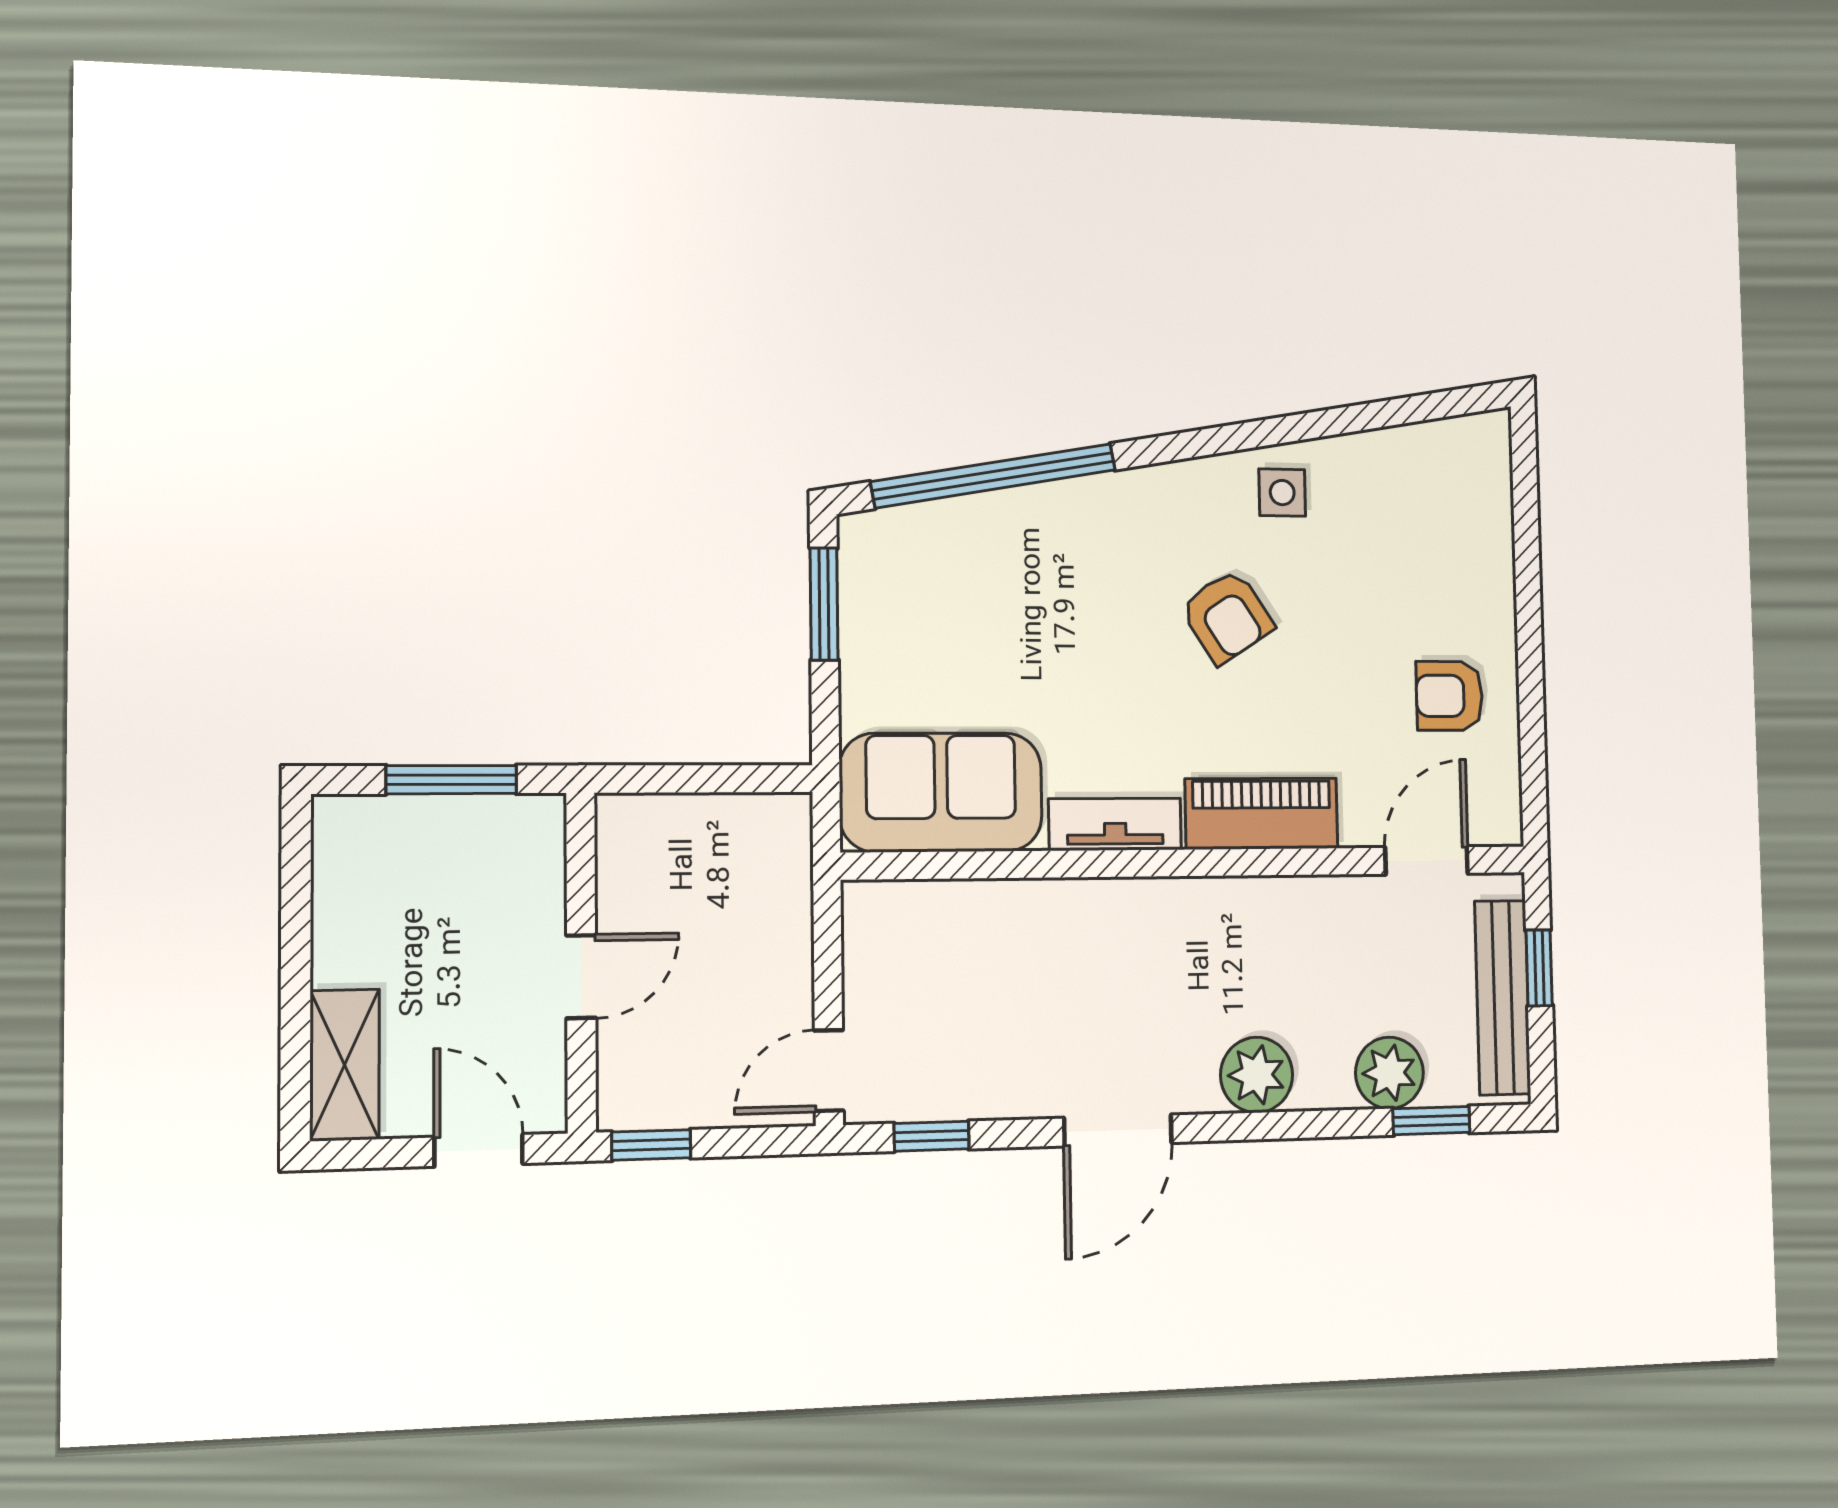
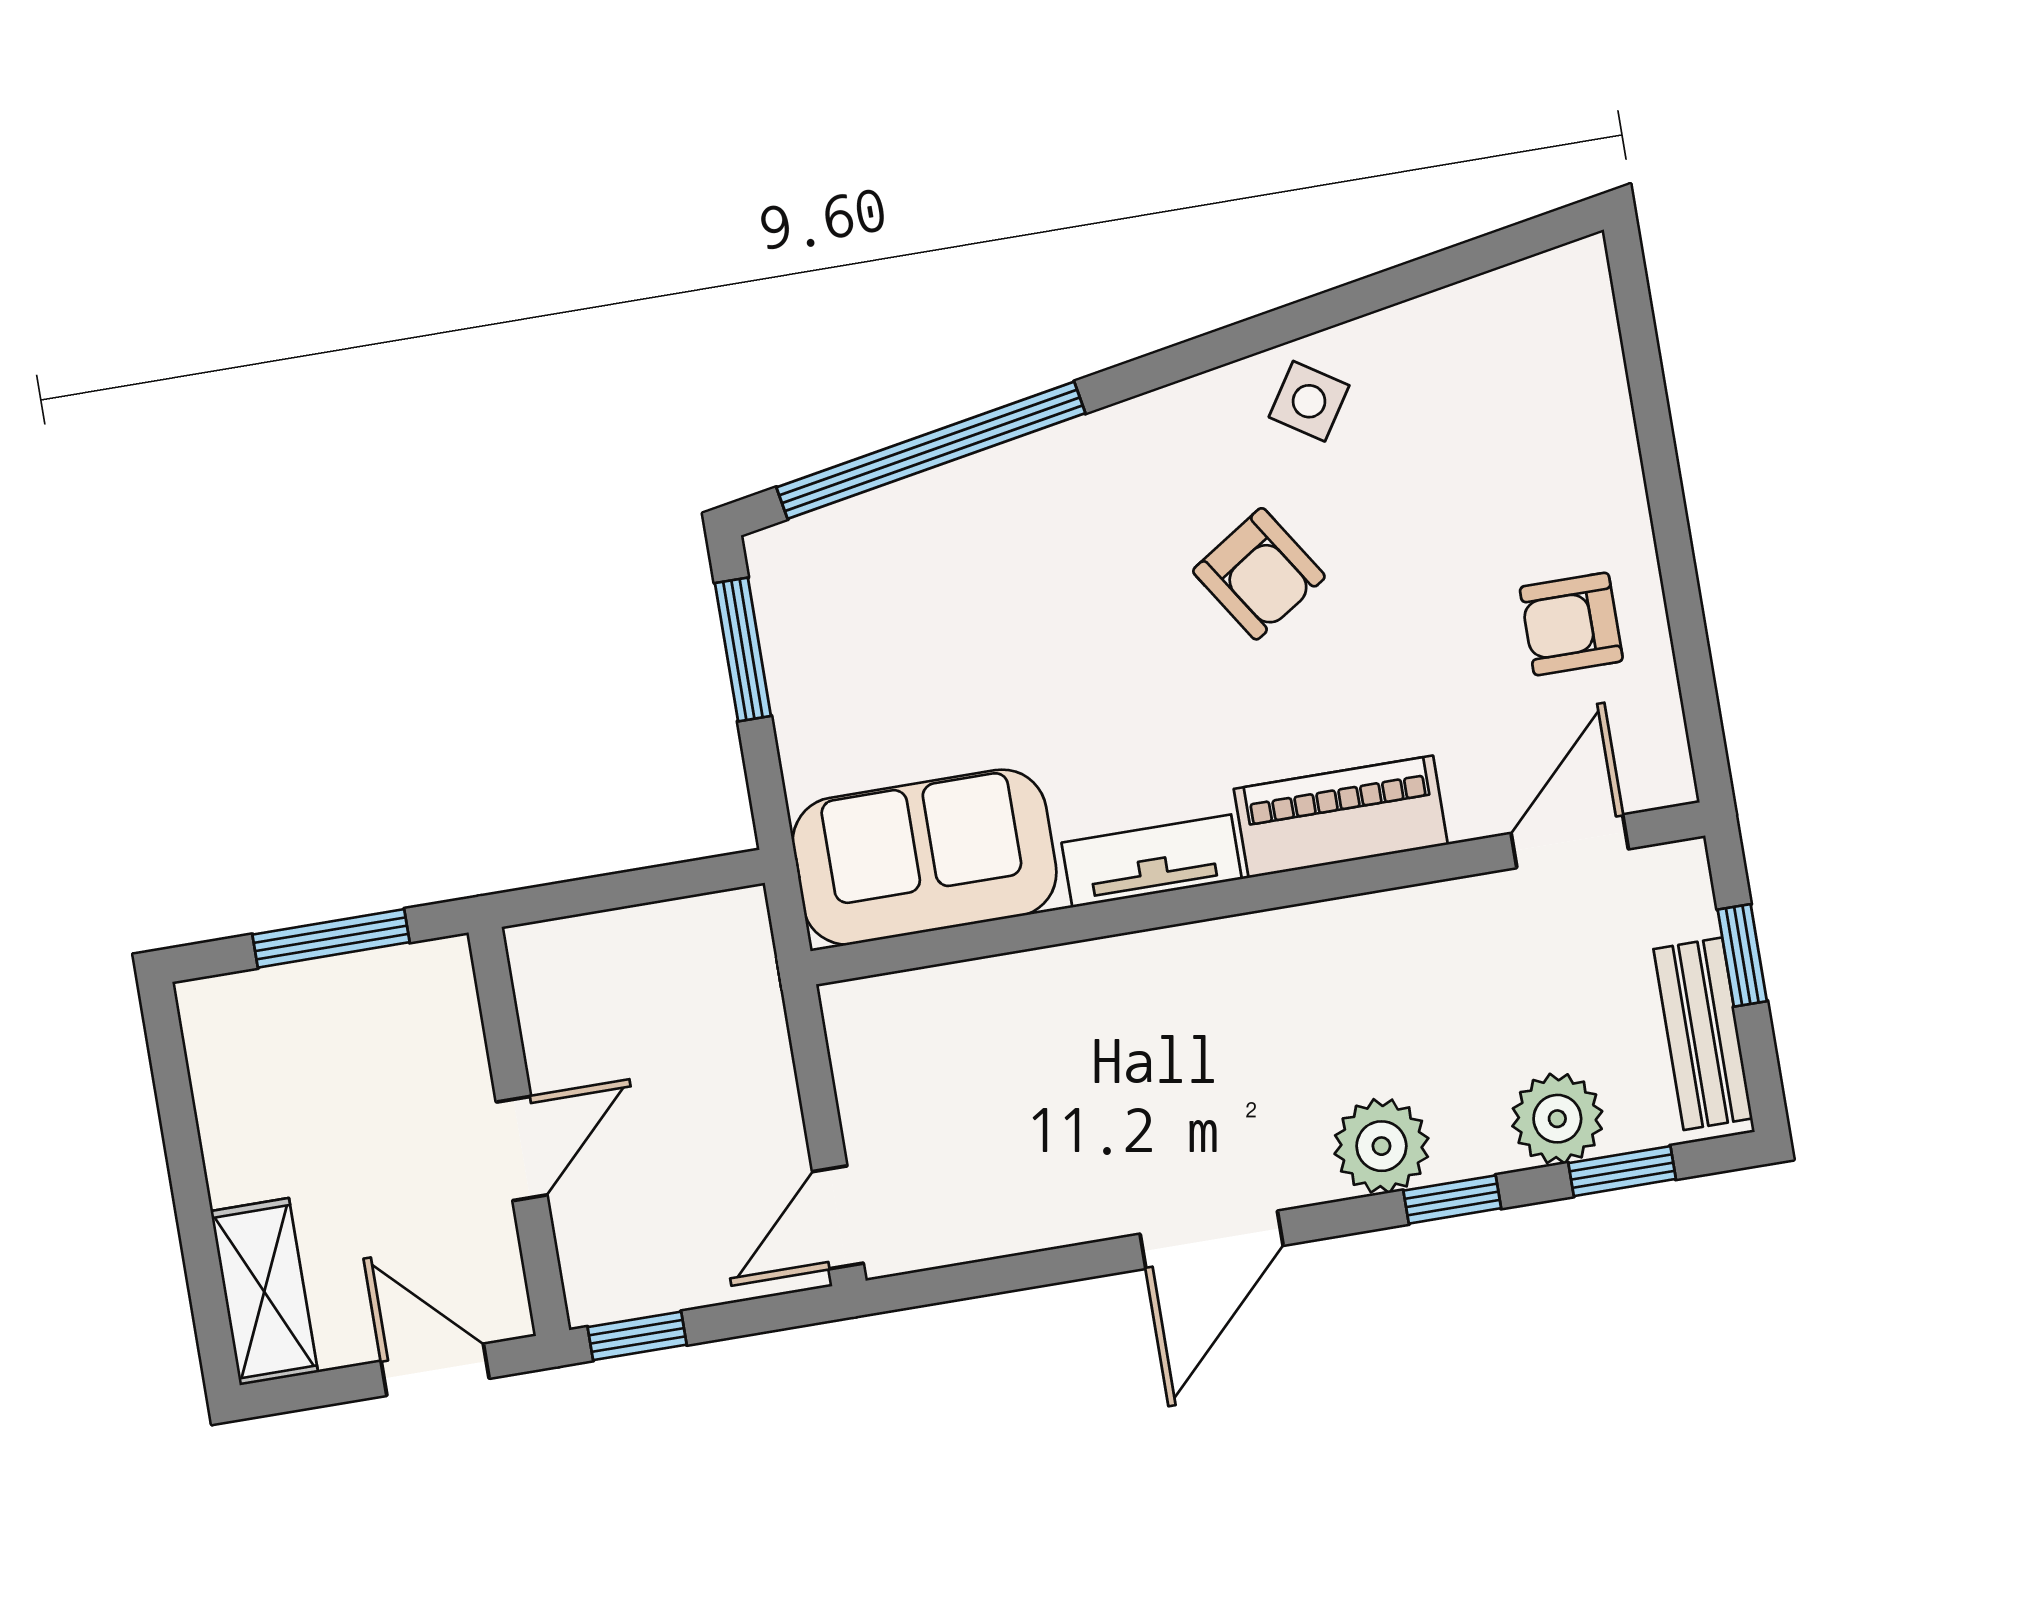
side table: (1282, 493) -> (1309, 401), turned 33
bench: (1503, 998) -> (1703, 1034), width x0.73
window: (932, 1136) -> (1452, 1199), moved

